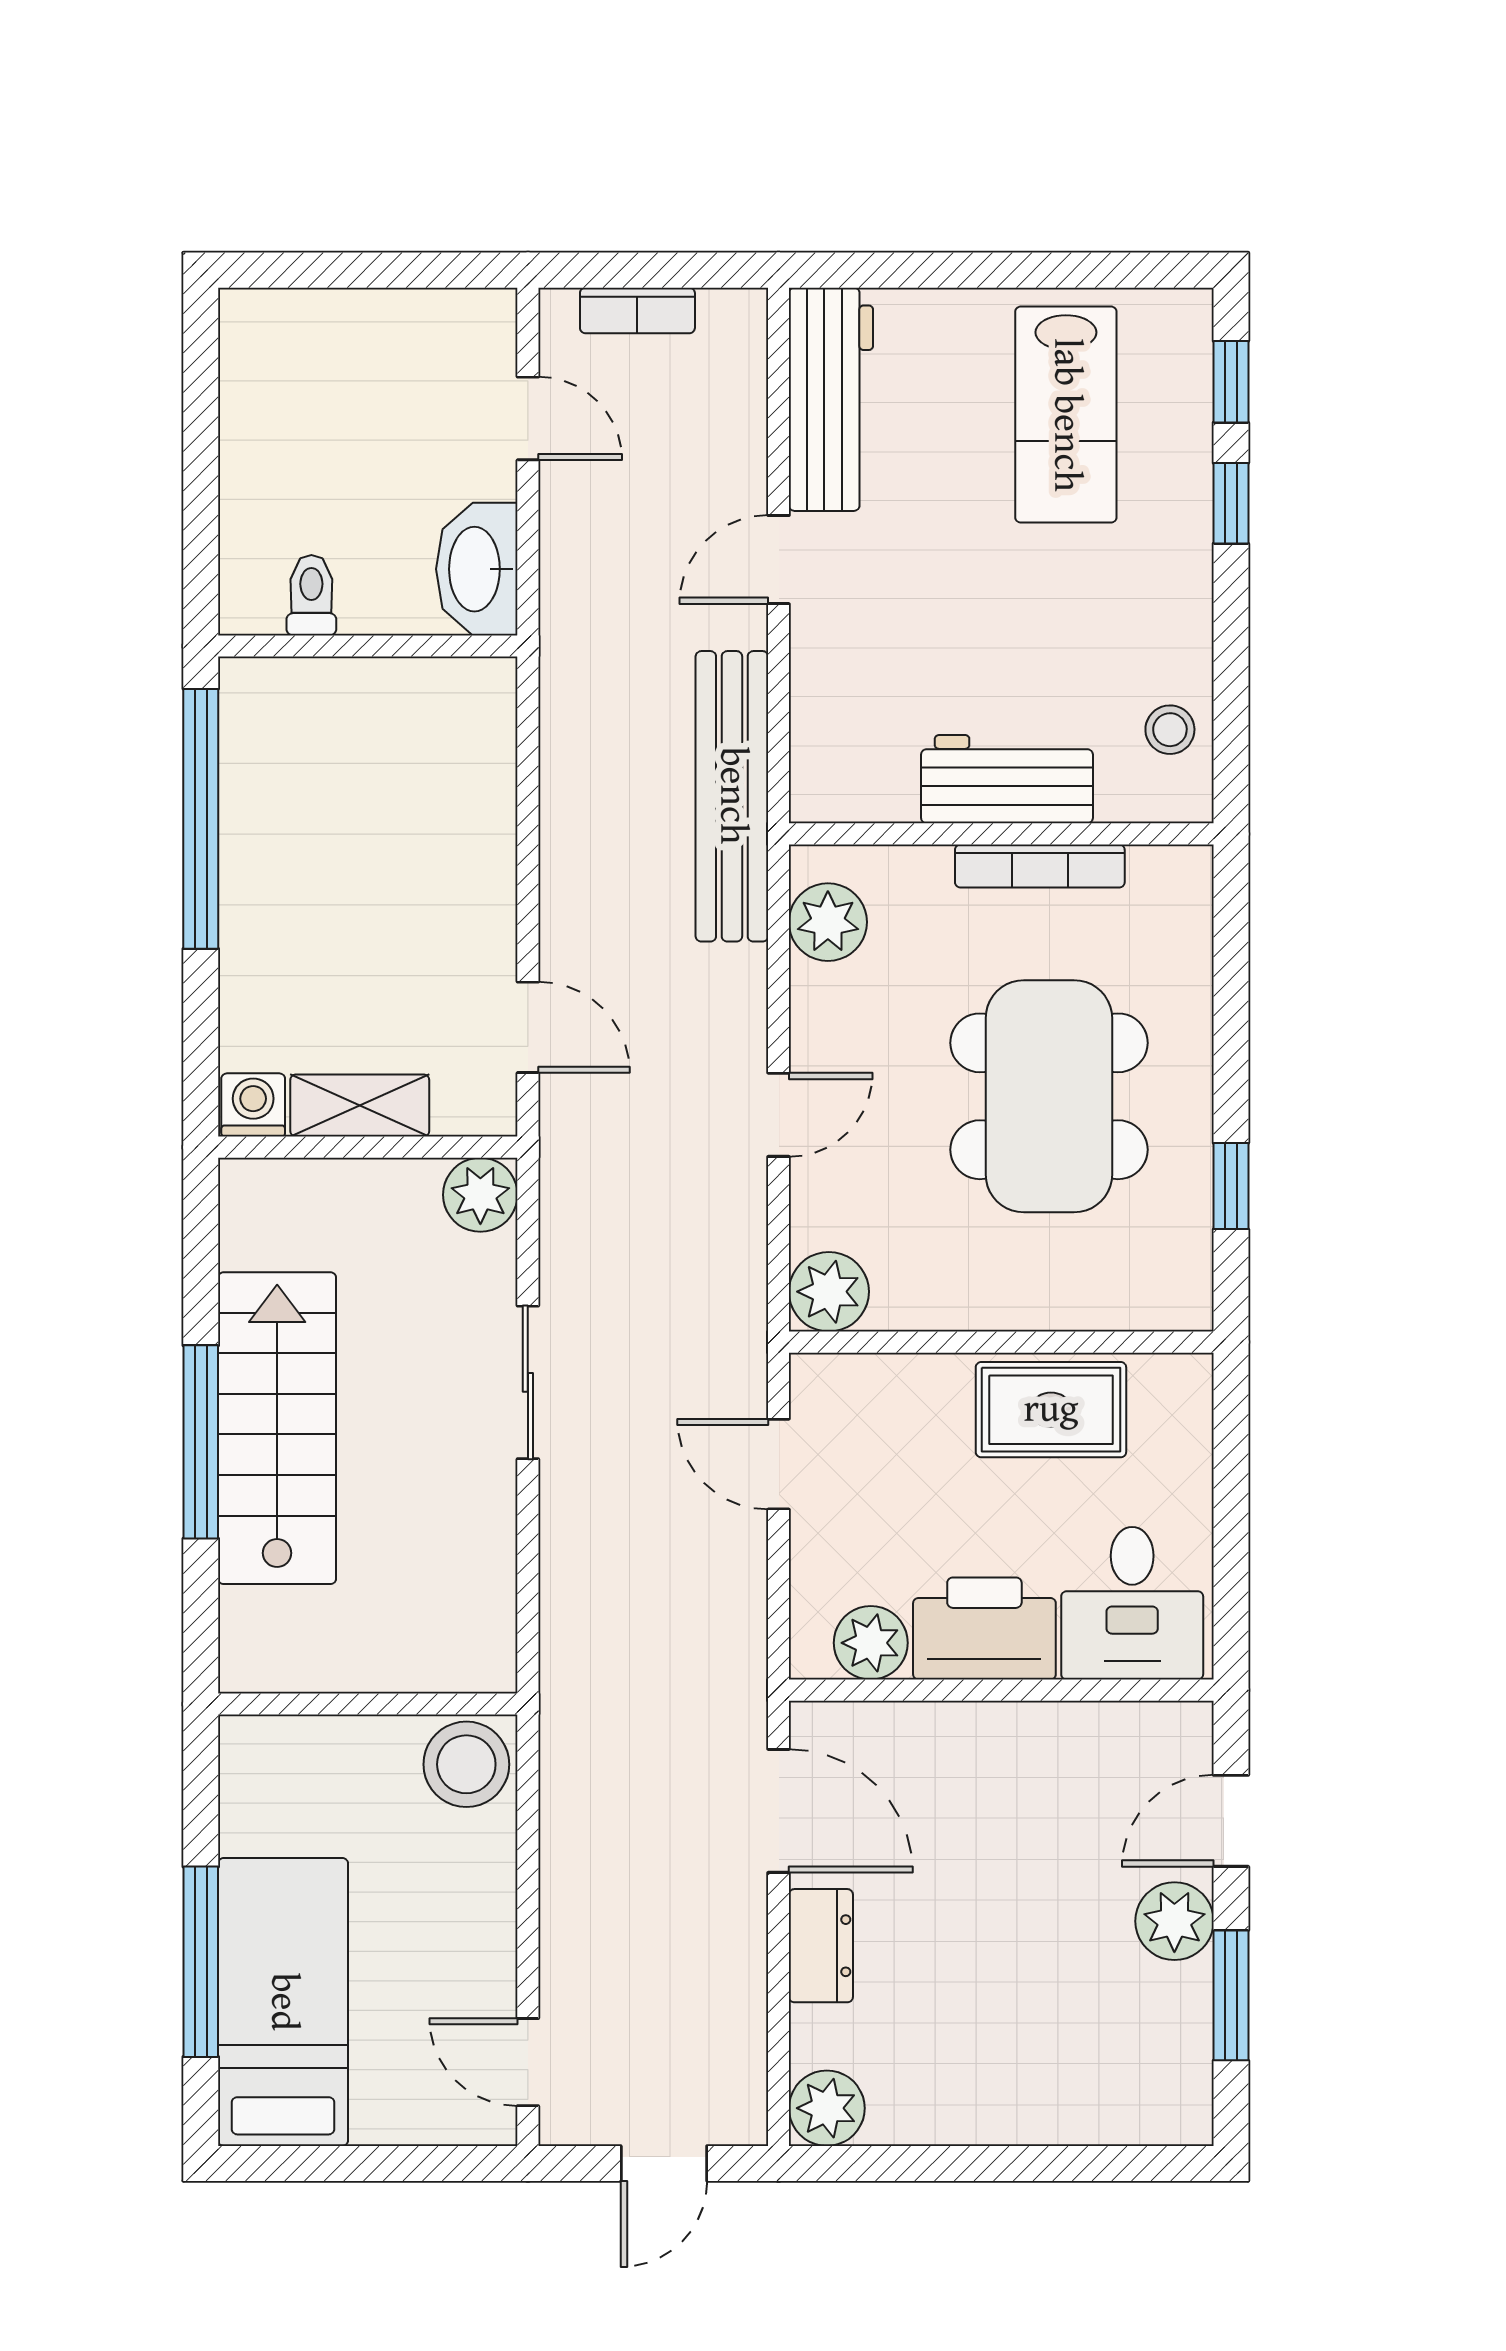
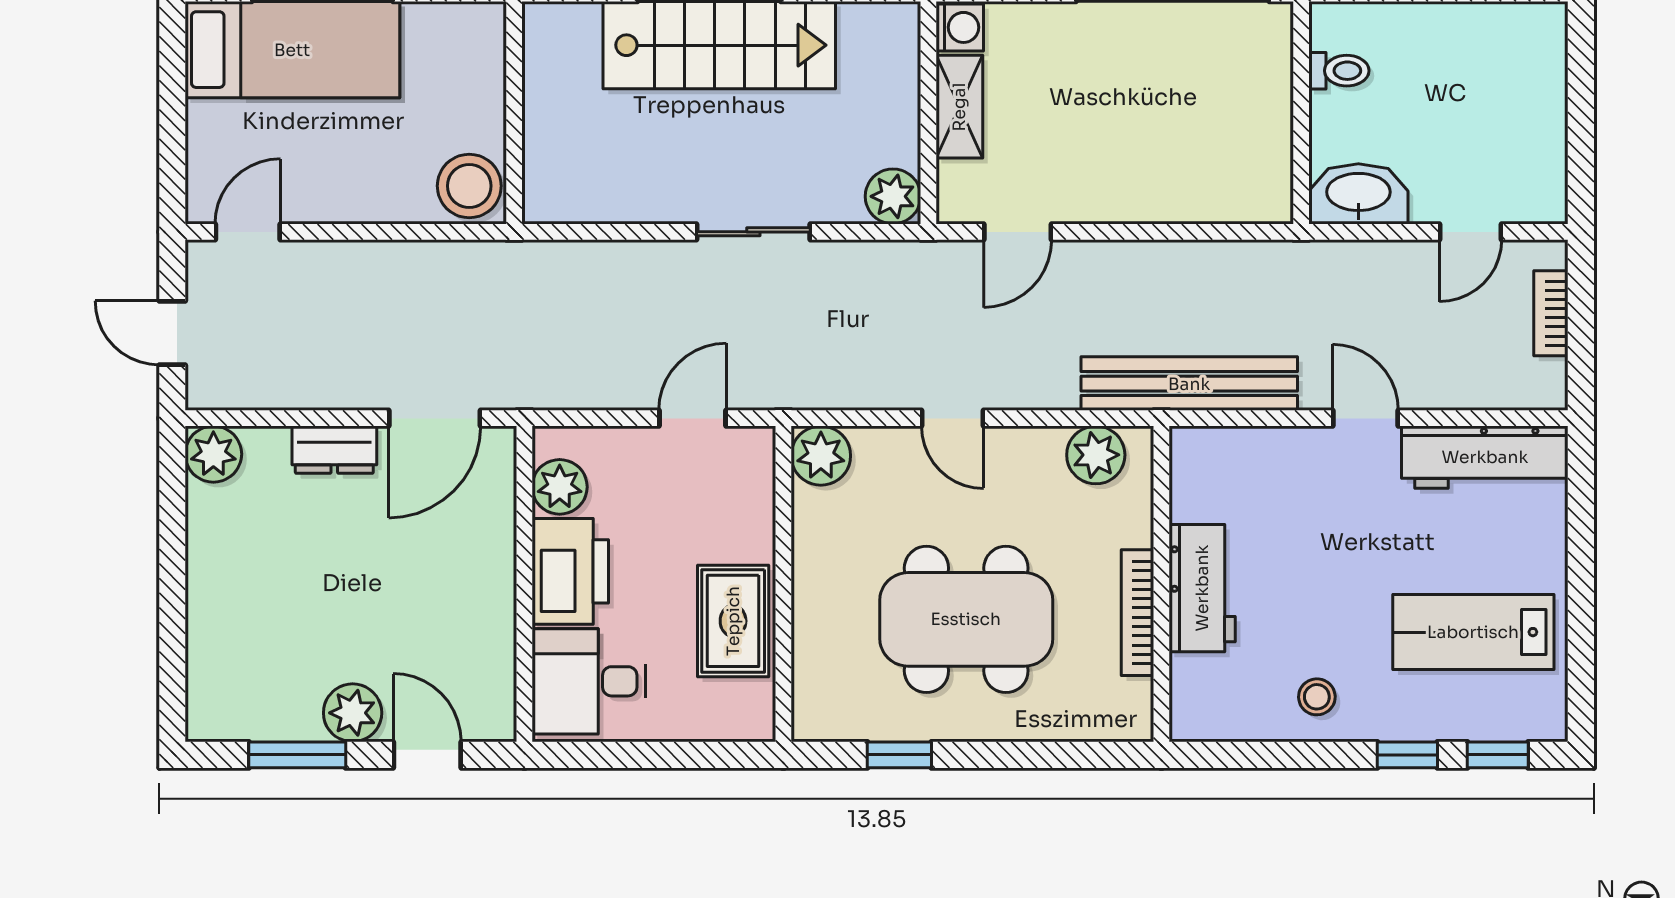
stool: (1170, 730) -> (1317, 697), moved

